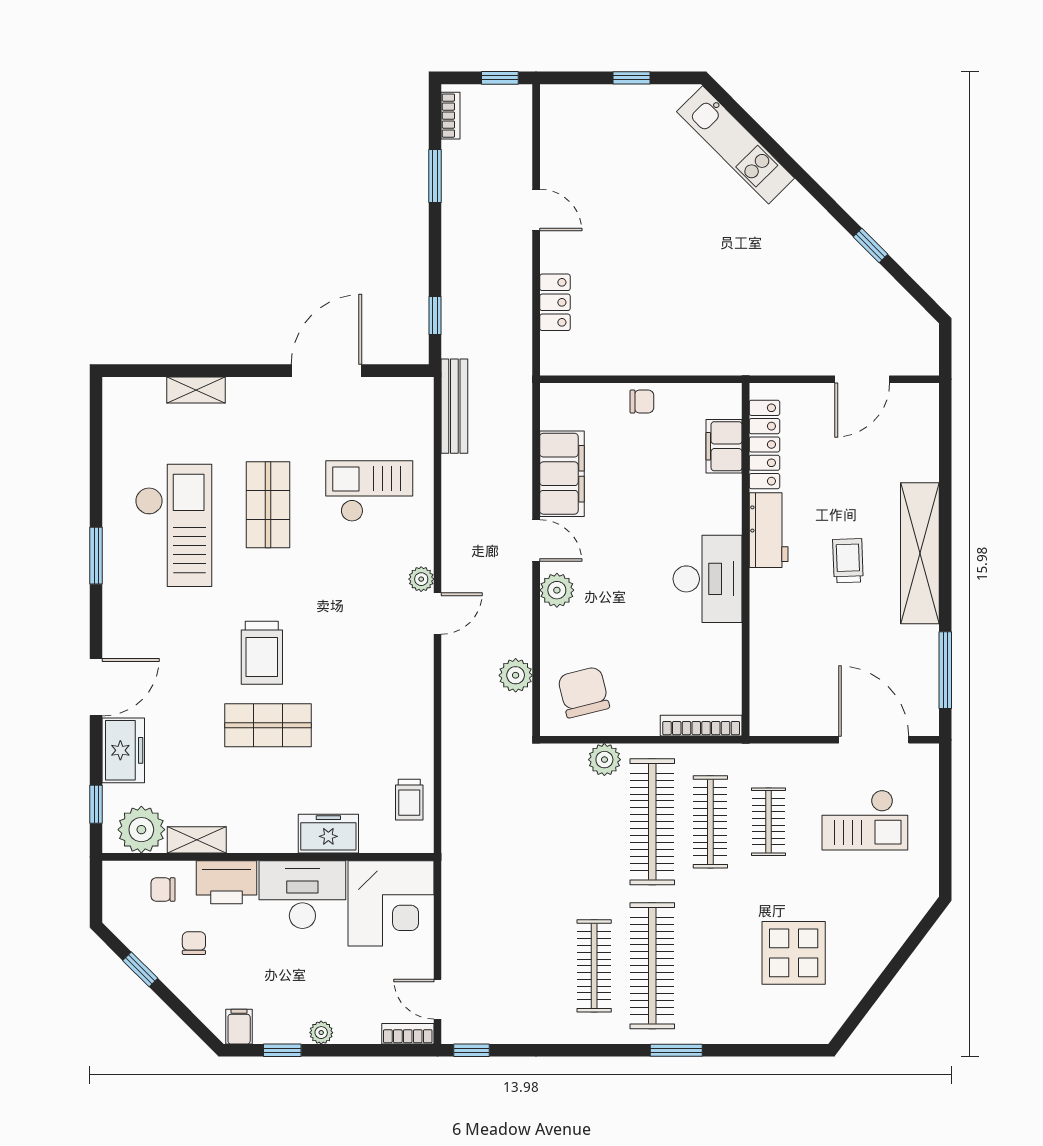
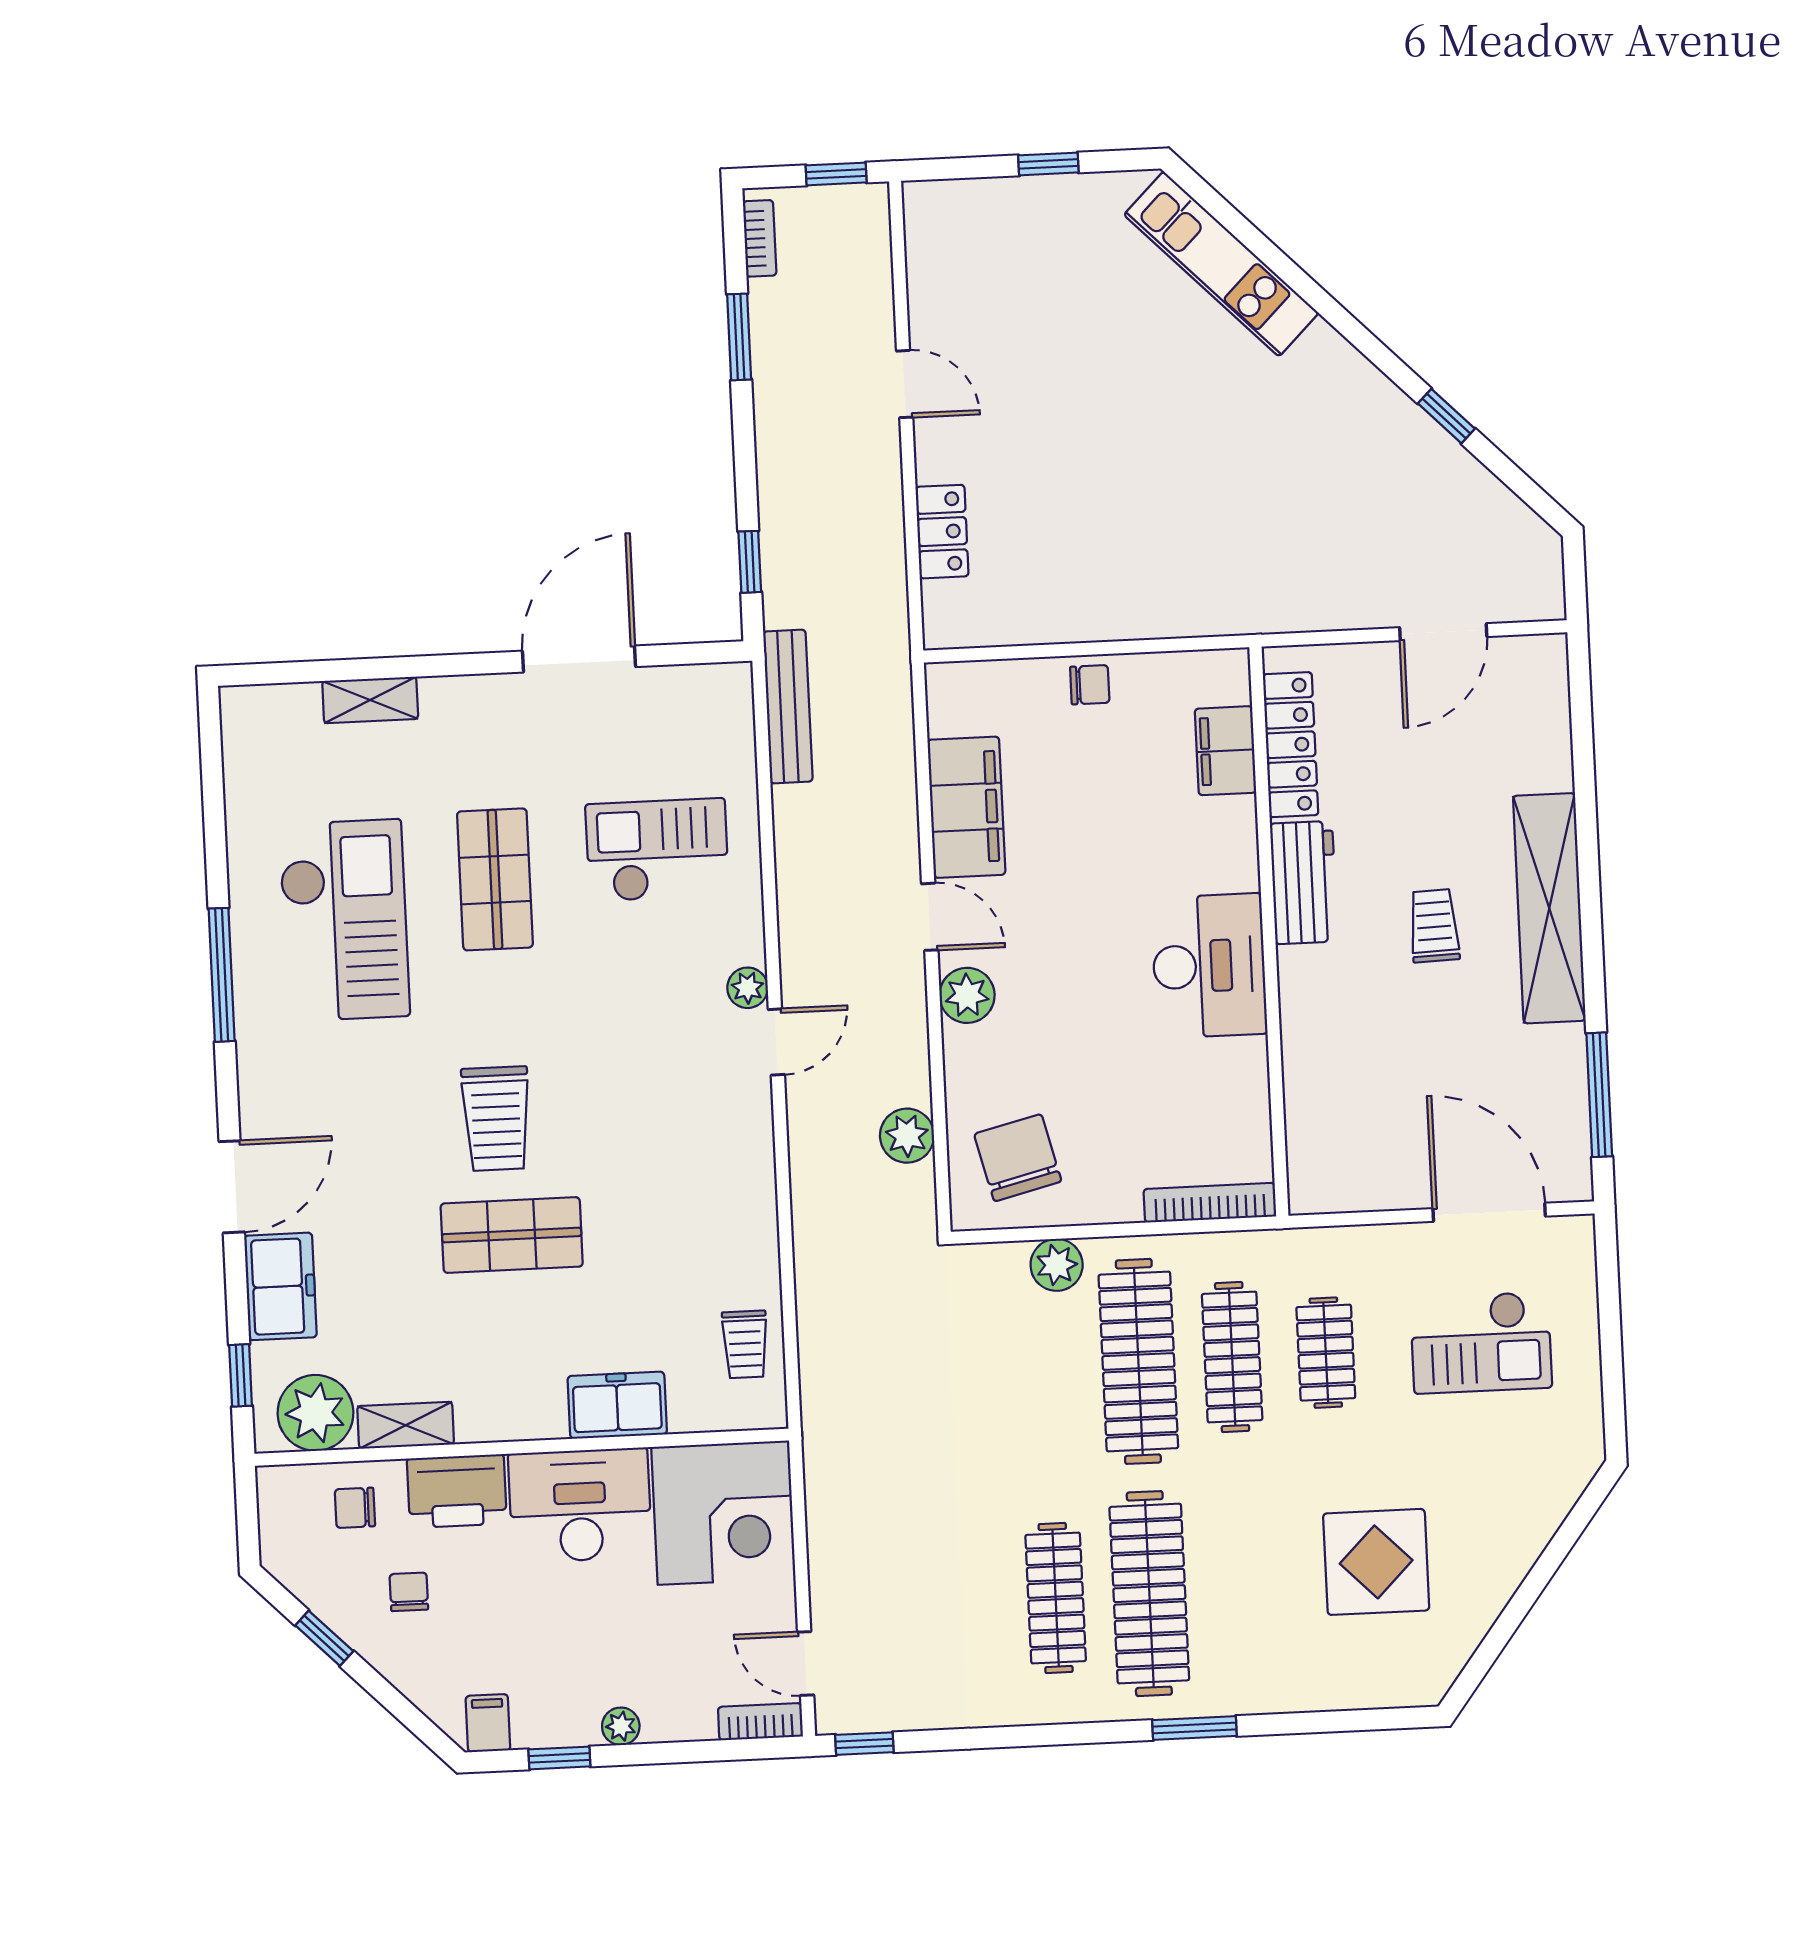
window: (96, 556) -> (222, 975), width x1.44

